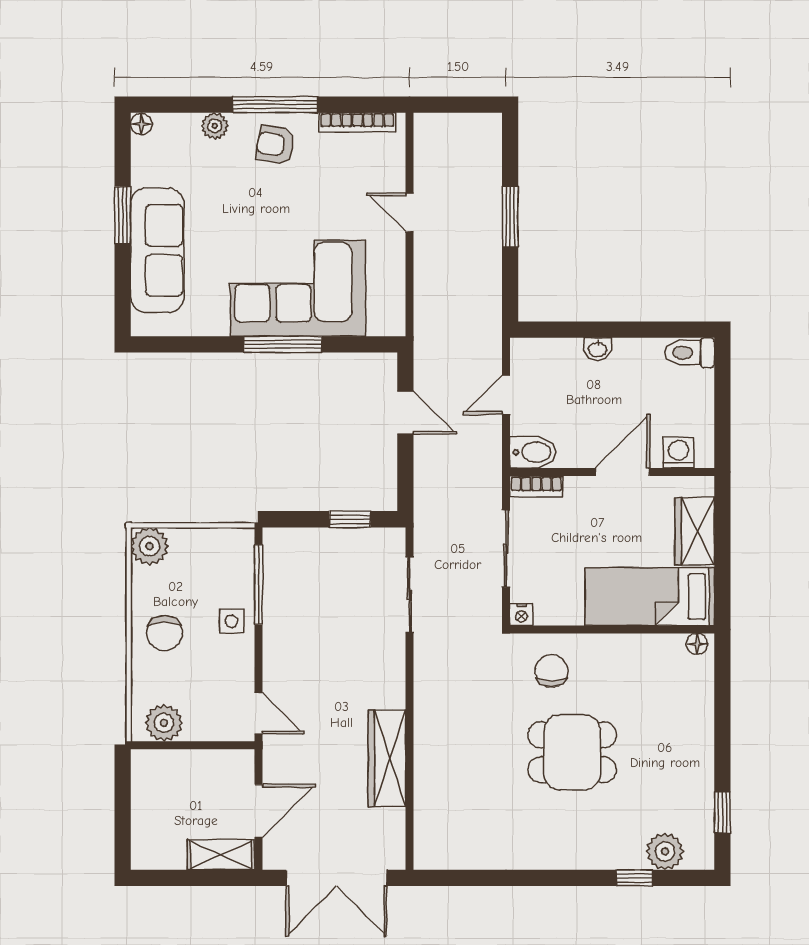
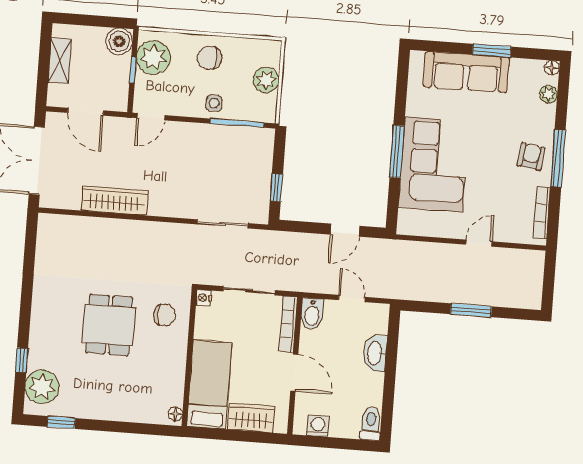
plant: (215, 126) -> (548, 94), moved
washbasin: (597, 349) -> (375, 353), width x1.91, depth x1.45
washing machine: (678, 453) -> (318, 426), moved, turned -90
bookcase: (536, 486) -> (288, 324), width x1.56
plant: (150, 546) -> (266, 80), moved
plant: (164, 723) -> (153, 58), width x1.36, depth x1.36
window: (191, 745) -> (133, 70), added
boiler: (150, 769) -> (119, 41), added
plant: (665, 851) -> (42, 387), width x1.36, depth x1.36
shelving: (221, 855) -> (60, 61), moved

